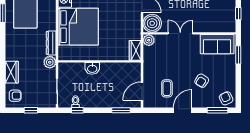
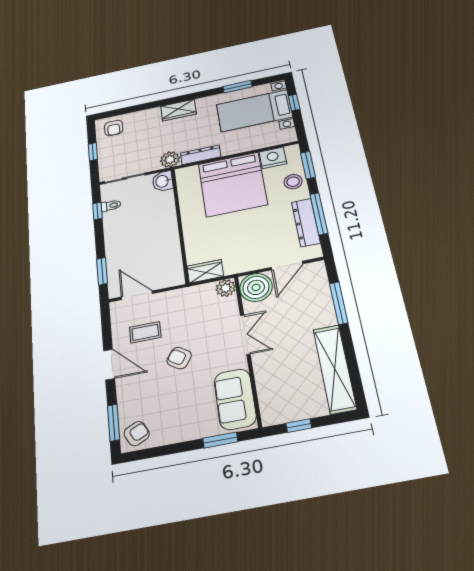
washbasin: (92, 68) -> (163, 181), moved
wardrobe: (12, 72) -> (178, 110), moved
armchair: (202, 81) -> (179, 358), moved

